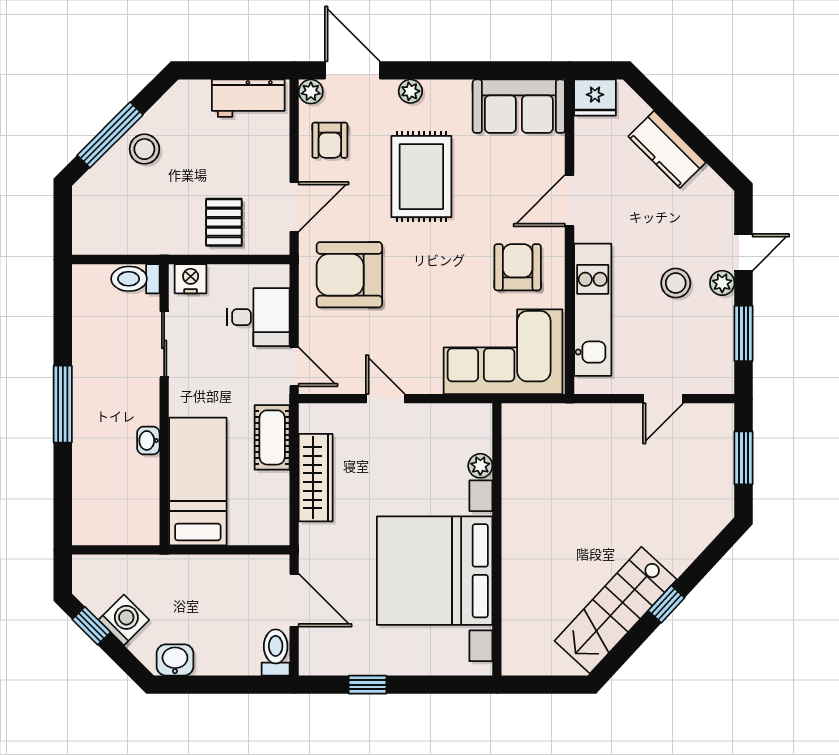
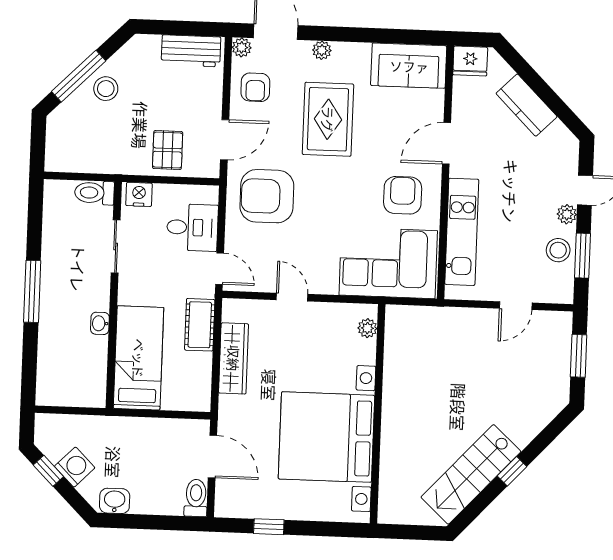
stool: (676, 283) -> (558, 250), moved
plant: (480, 466) -> (367, 328), moved

